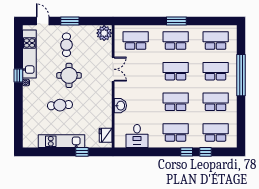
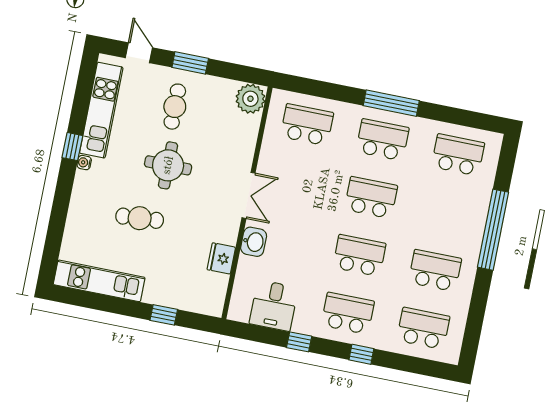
window: (176, 21) -> (391, 103), width x1.44
double door: (113, 69) -> (249, 195), moved
school desk: (216, 71) -> (446, 213), removed
fridge: (106, 135) -> (221, 258), moved
kitchen unit: (61, 141) -> (99, 281), moved
window: (205, 152) -> (299, 342), moved

